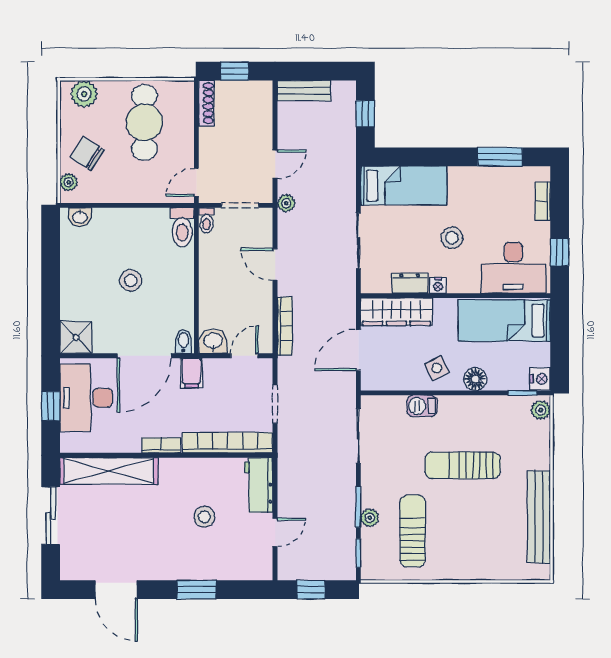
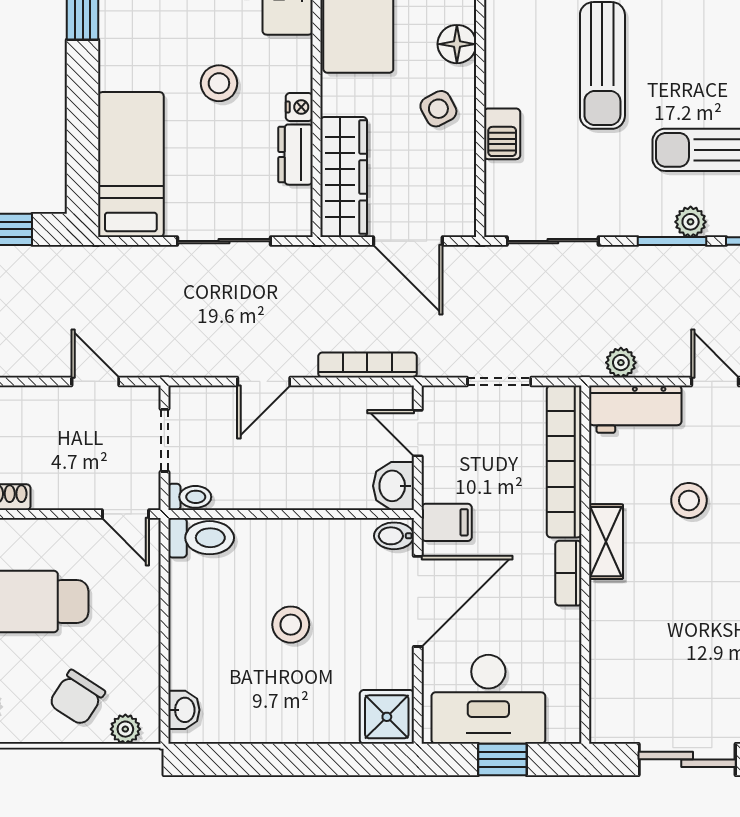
plant: (286, 203) -> (621, 363), moved
door: (144, 356) -> (418, 601), hinge flipped
shelving: (109, 471) -> (606, 542), moved, width x0.45, depth x0.75

